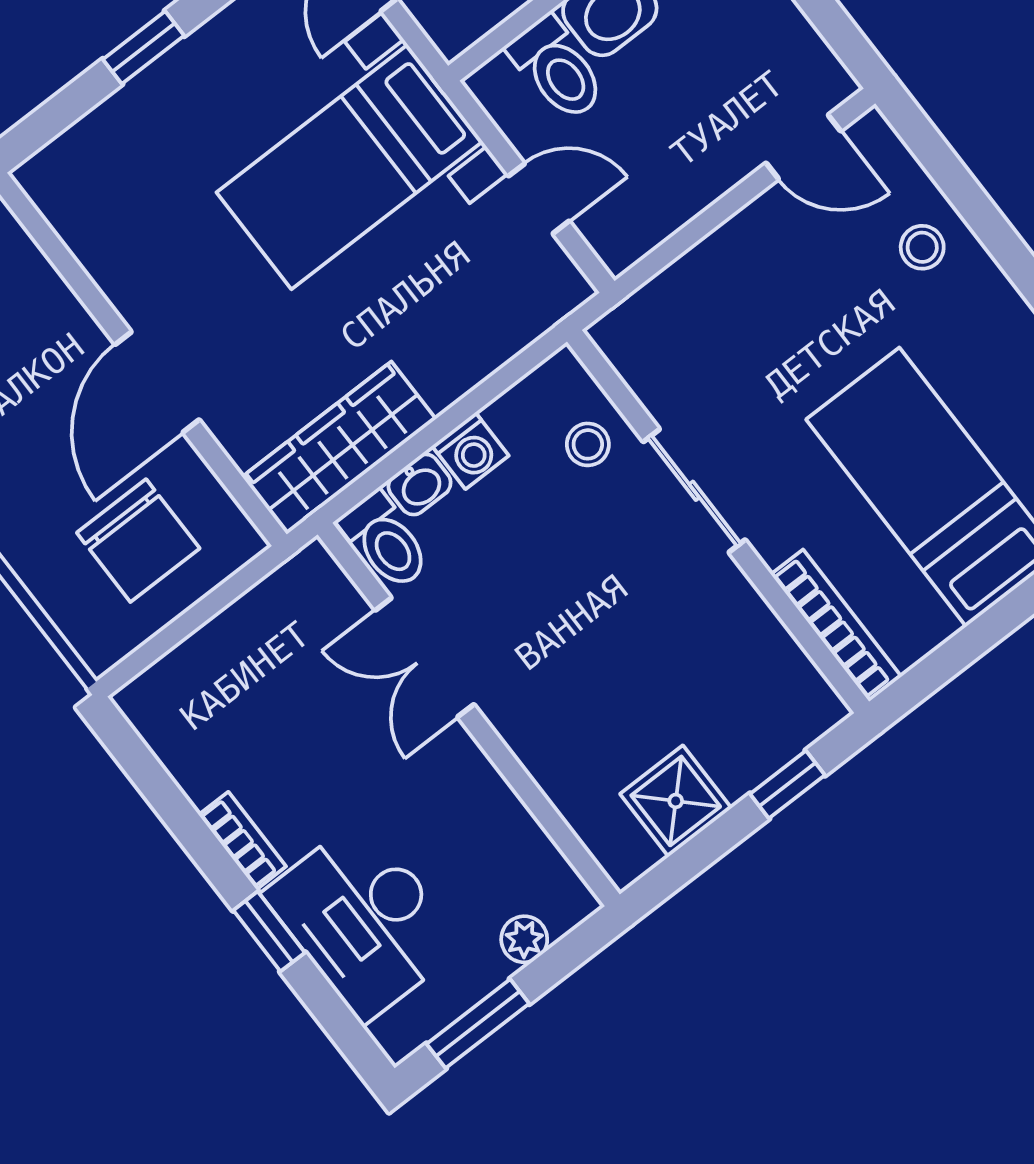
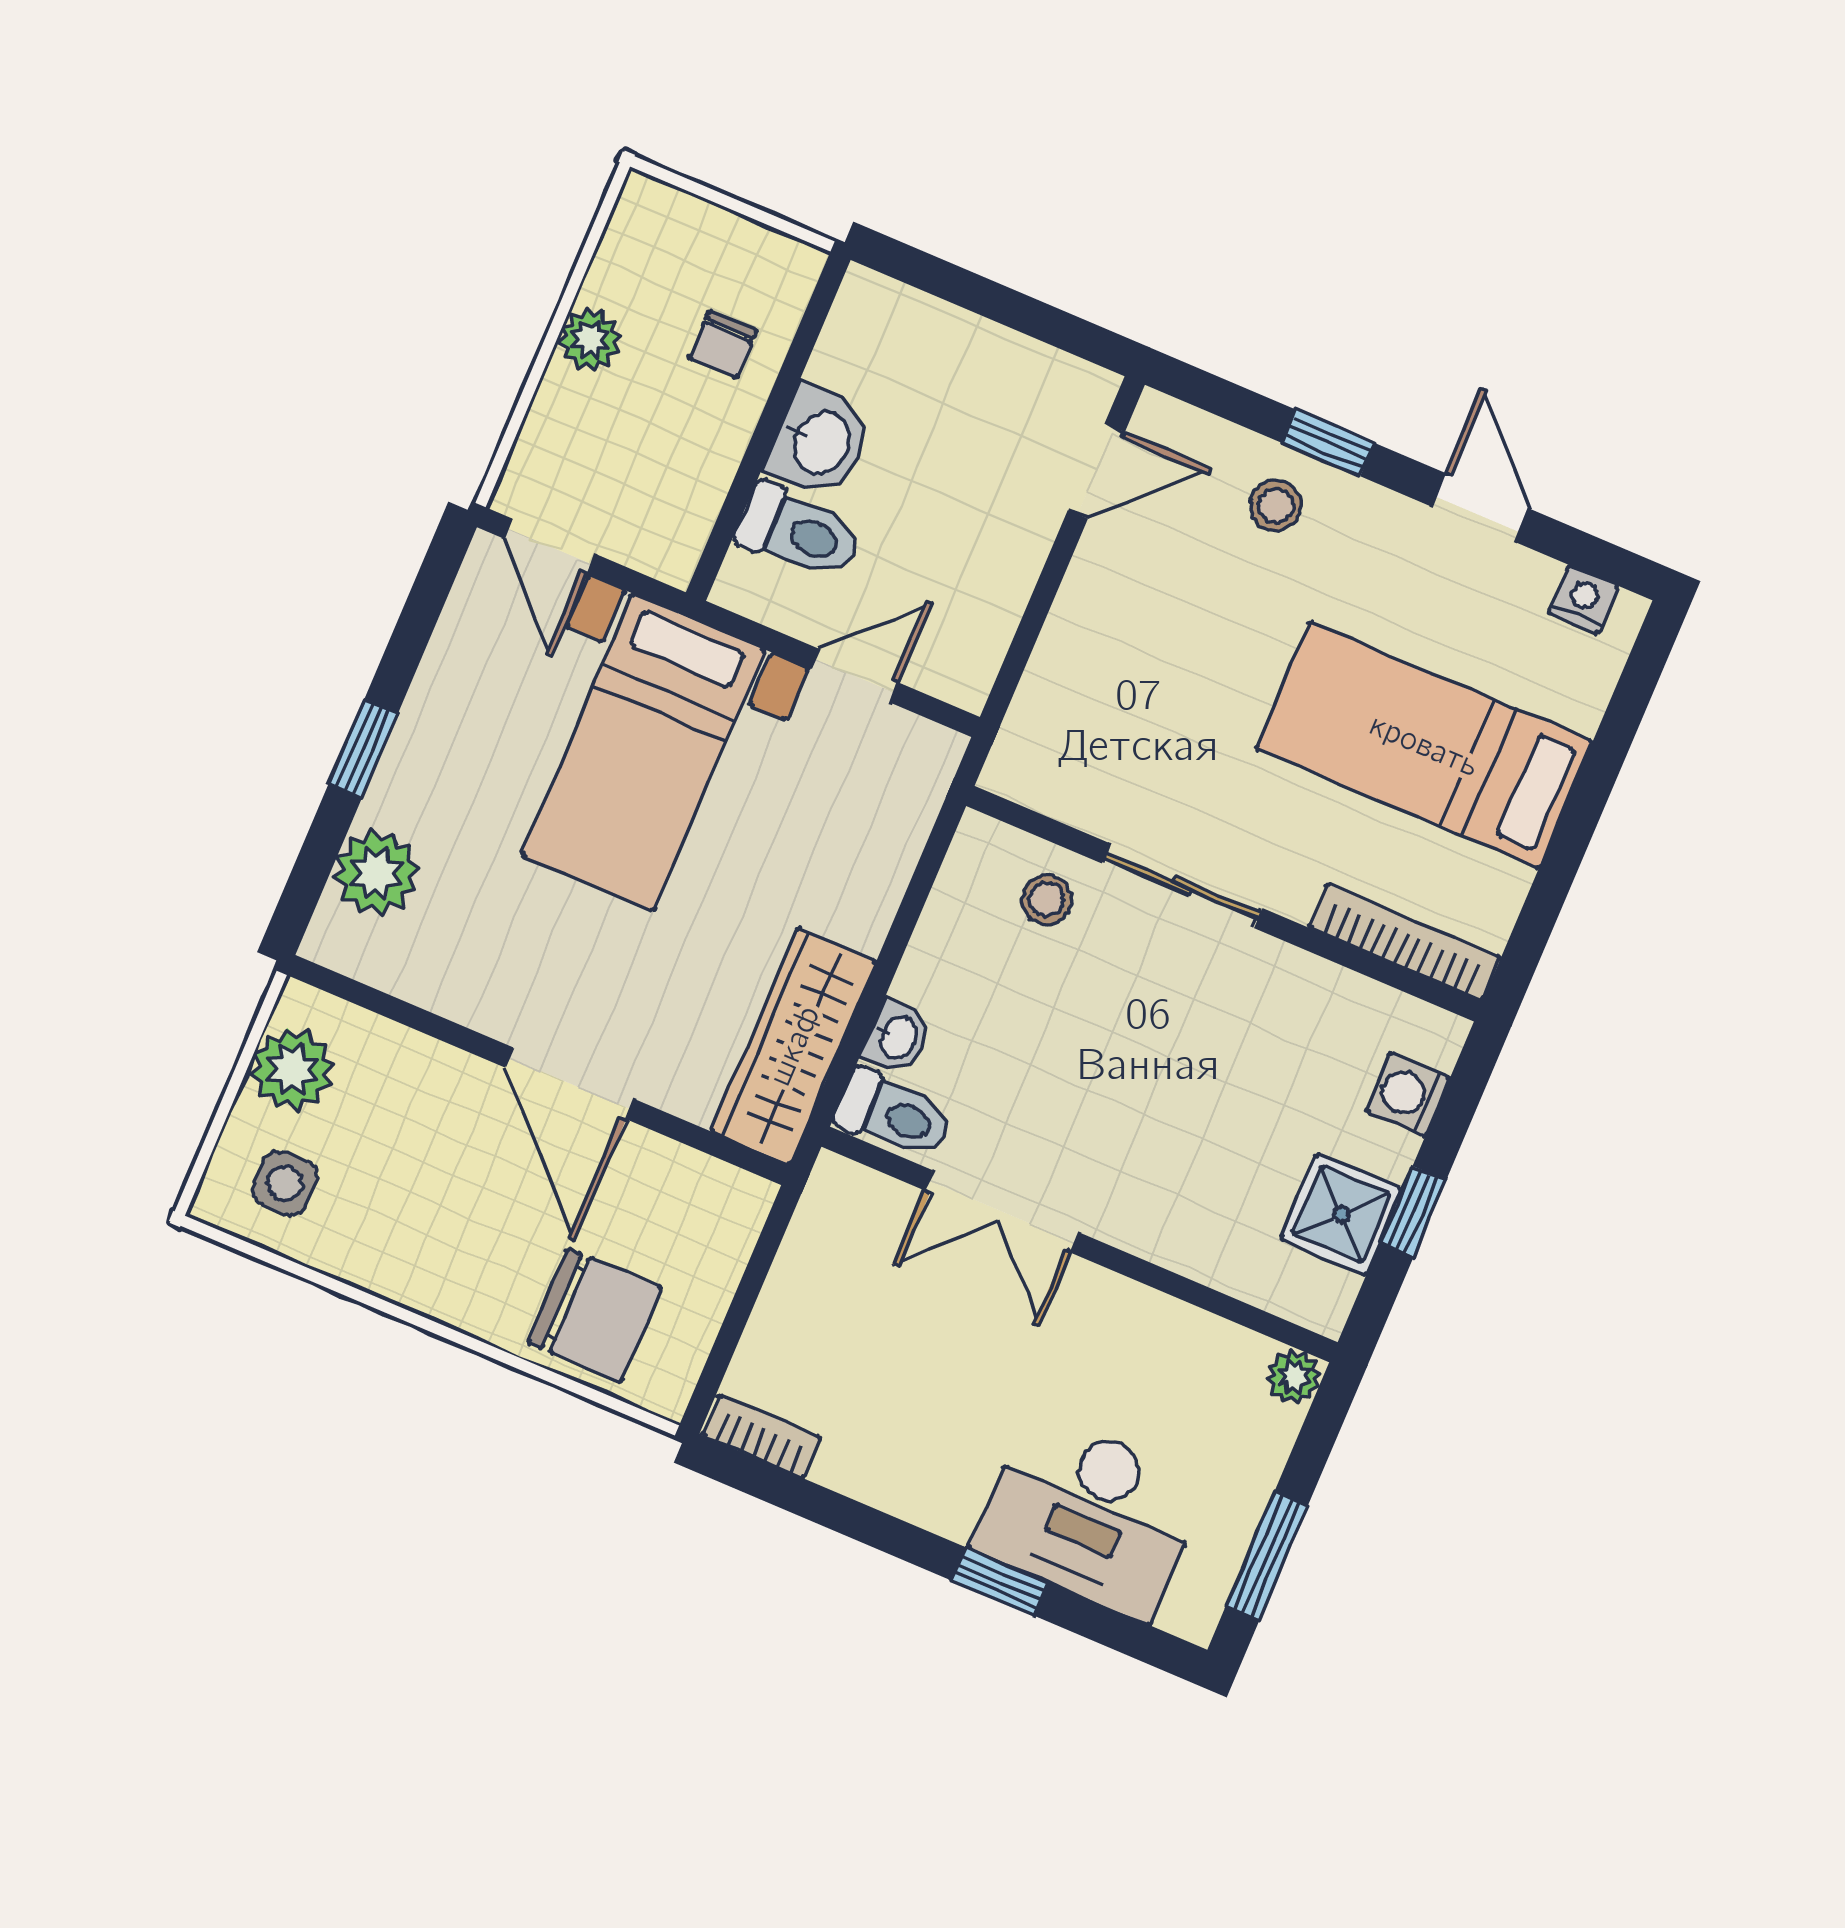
plant: (101, 146) -> (376, 873), added
window: (987, 223) -> (1328, 443), added
washing machine: (470, 451) -> (1408, 1094), moved, turned 180
chair: (138, 541) -> (594, 1315), moved
window: (787, 784) -> (1413, 1211), moved
bookcase: (242, 841) -> (762, 1436), moved
plant: (524, 939) -> (1294, 1377), moved

